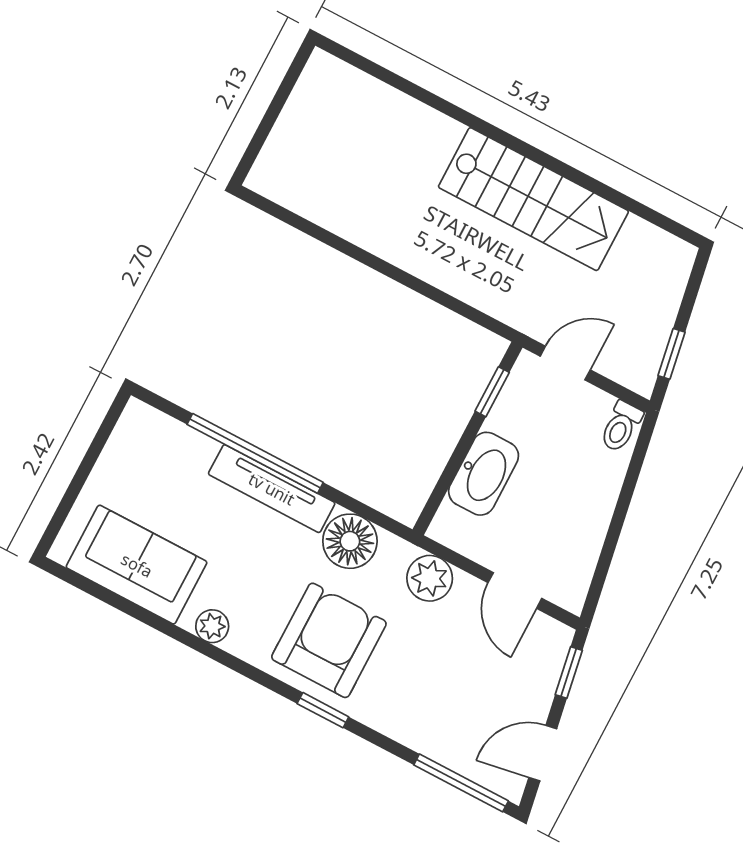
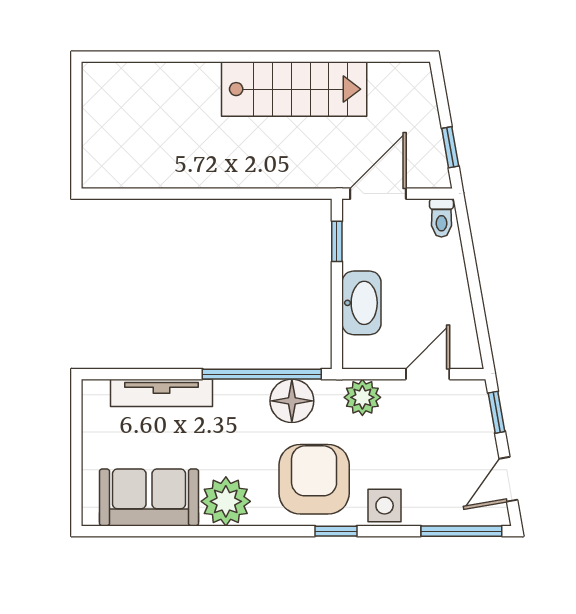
door: (565, 363) -> (378, 194), width x1.37
window: (255, 453) -> (262, 374), moved
tv unit: (272, 489) -> (161, 393), moved
door: (515, 590) -> (428, 374), swing flipped
plant: (212, 626) -> (226, 501), width x1.87, depth x1.87
side table: (391, 710) -> (385, 506), added

